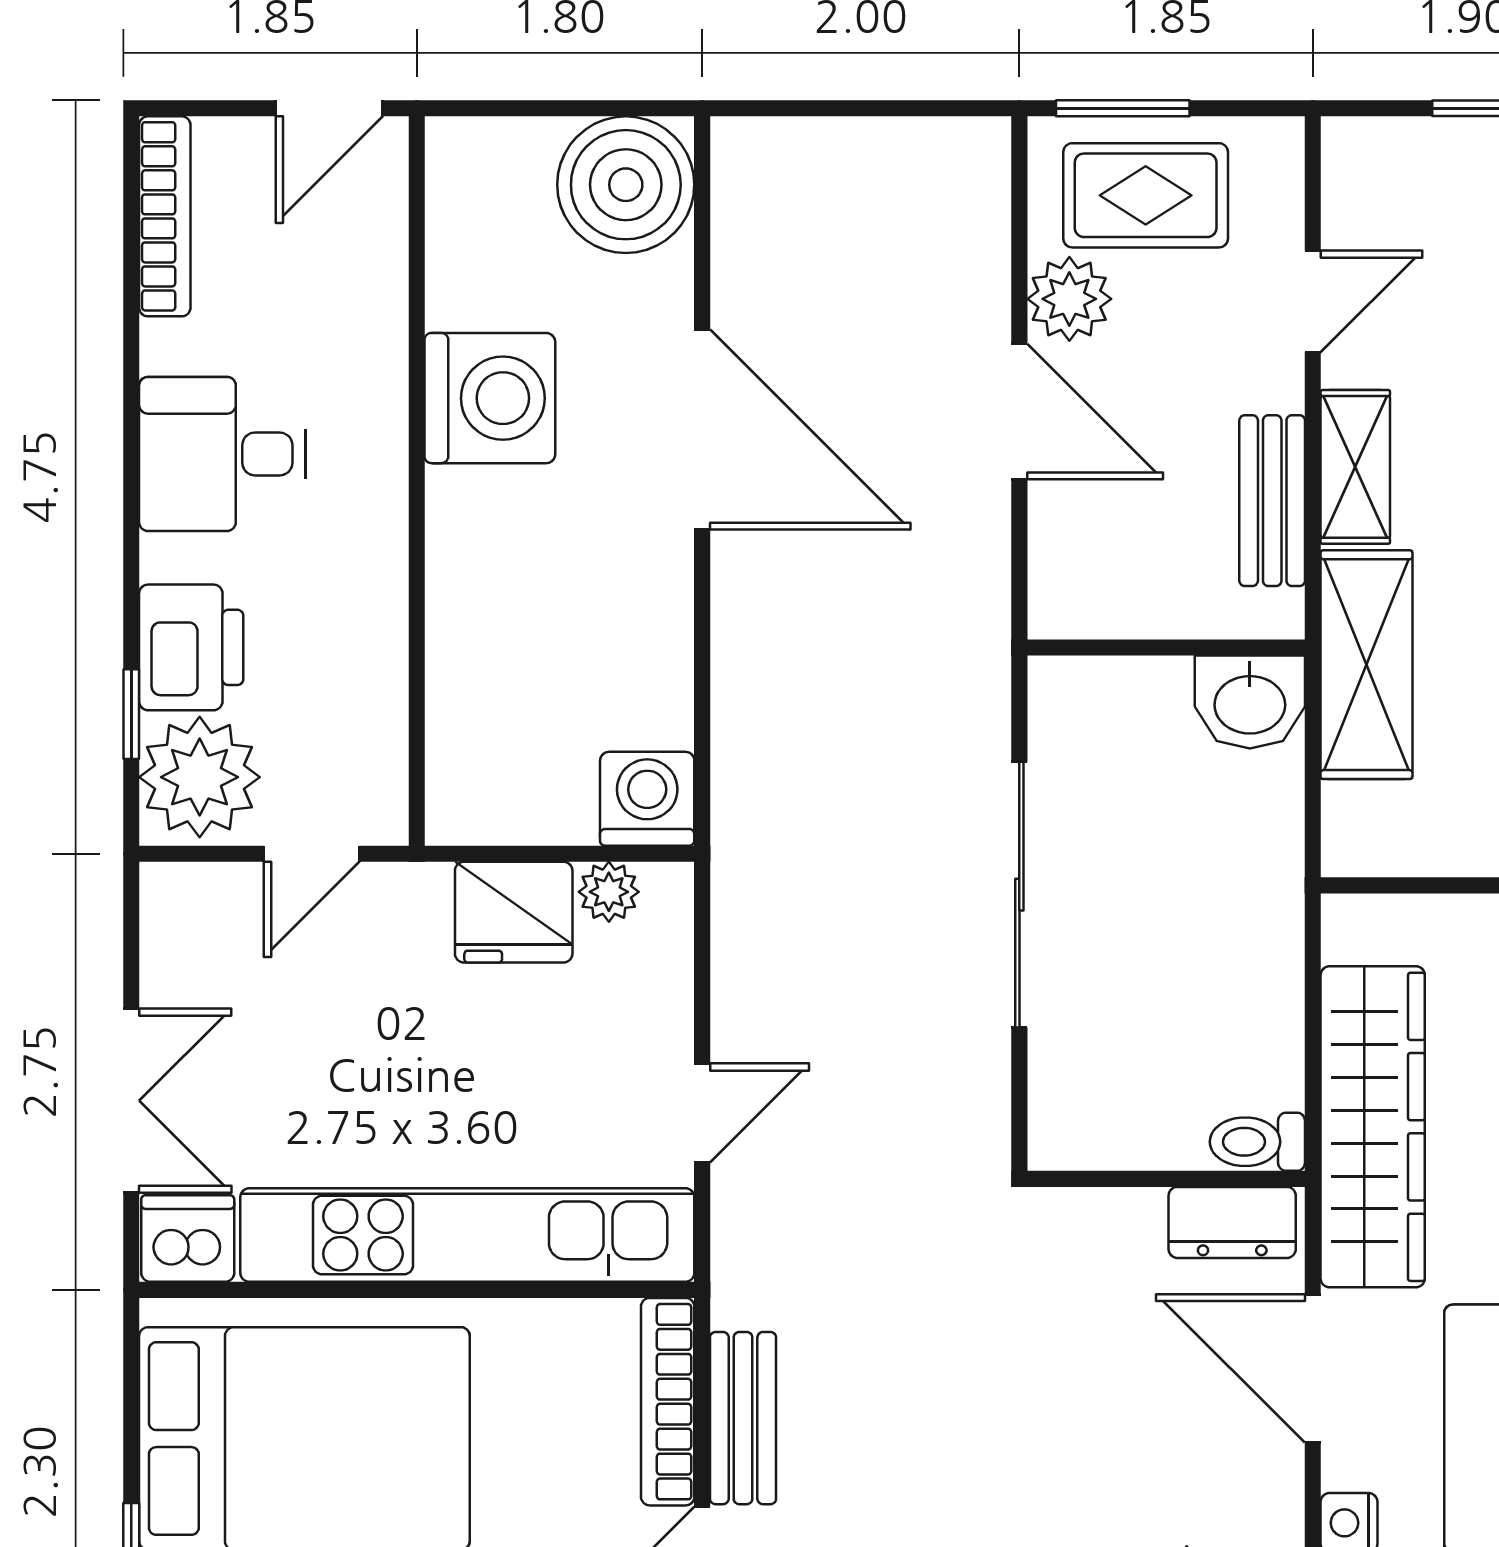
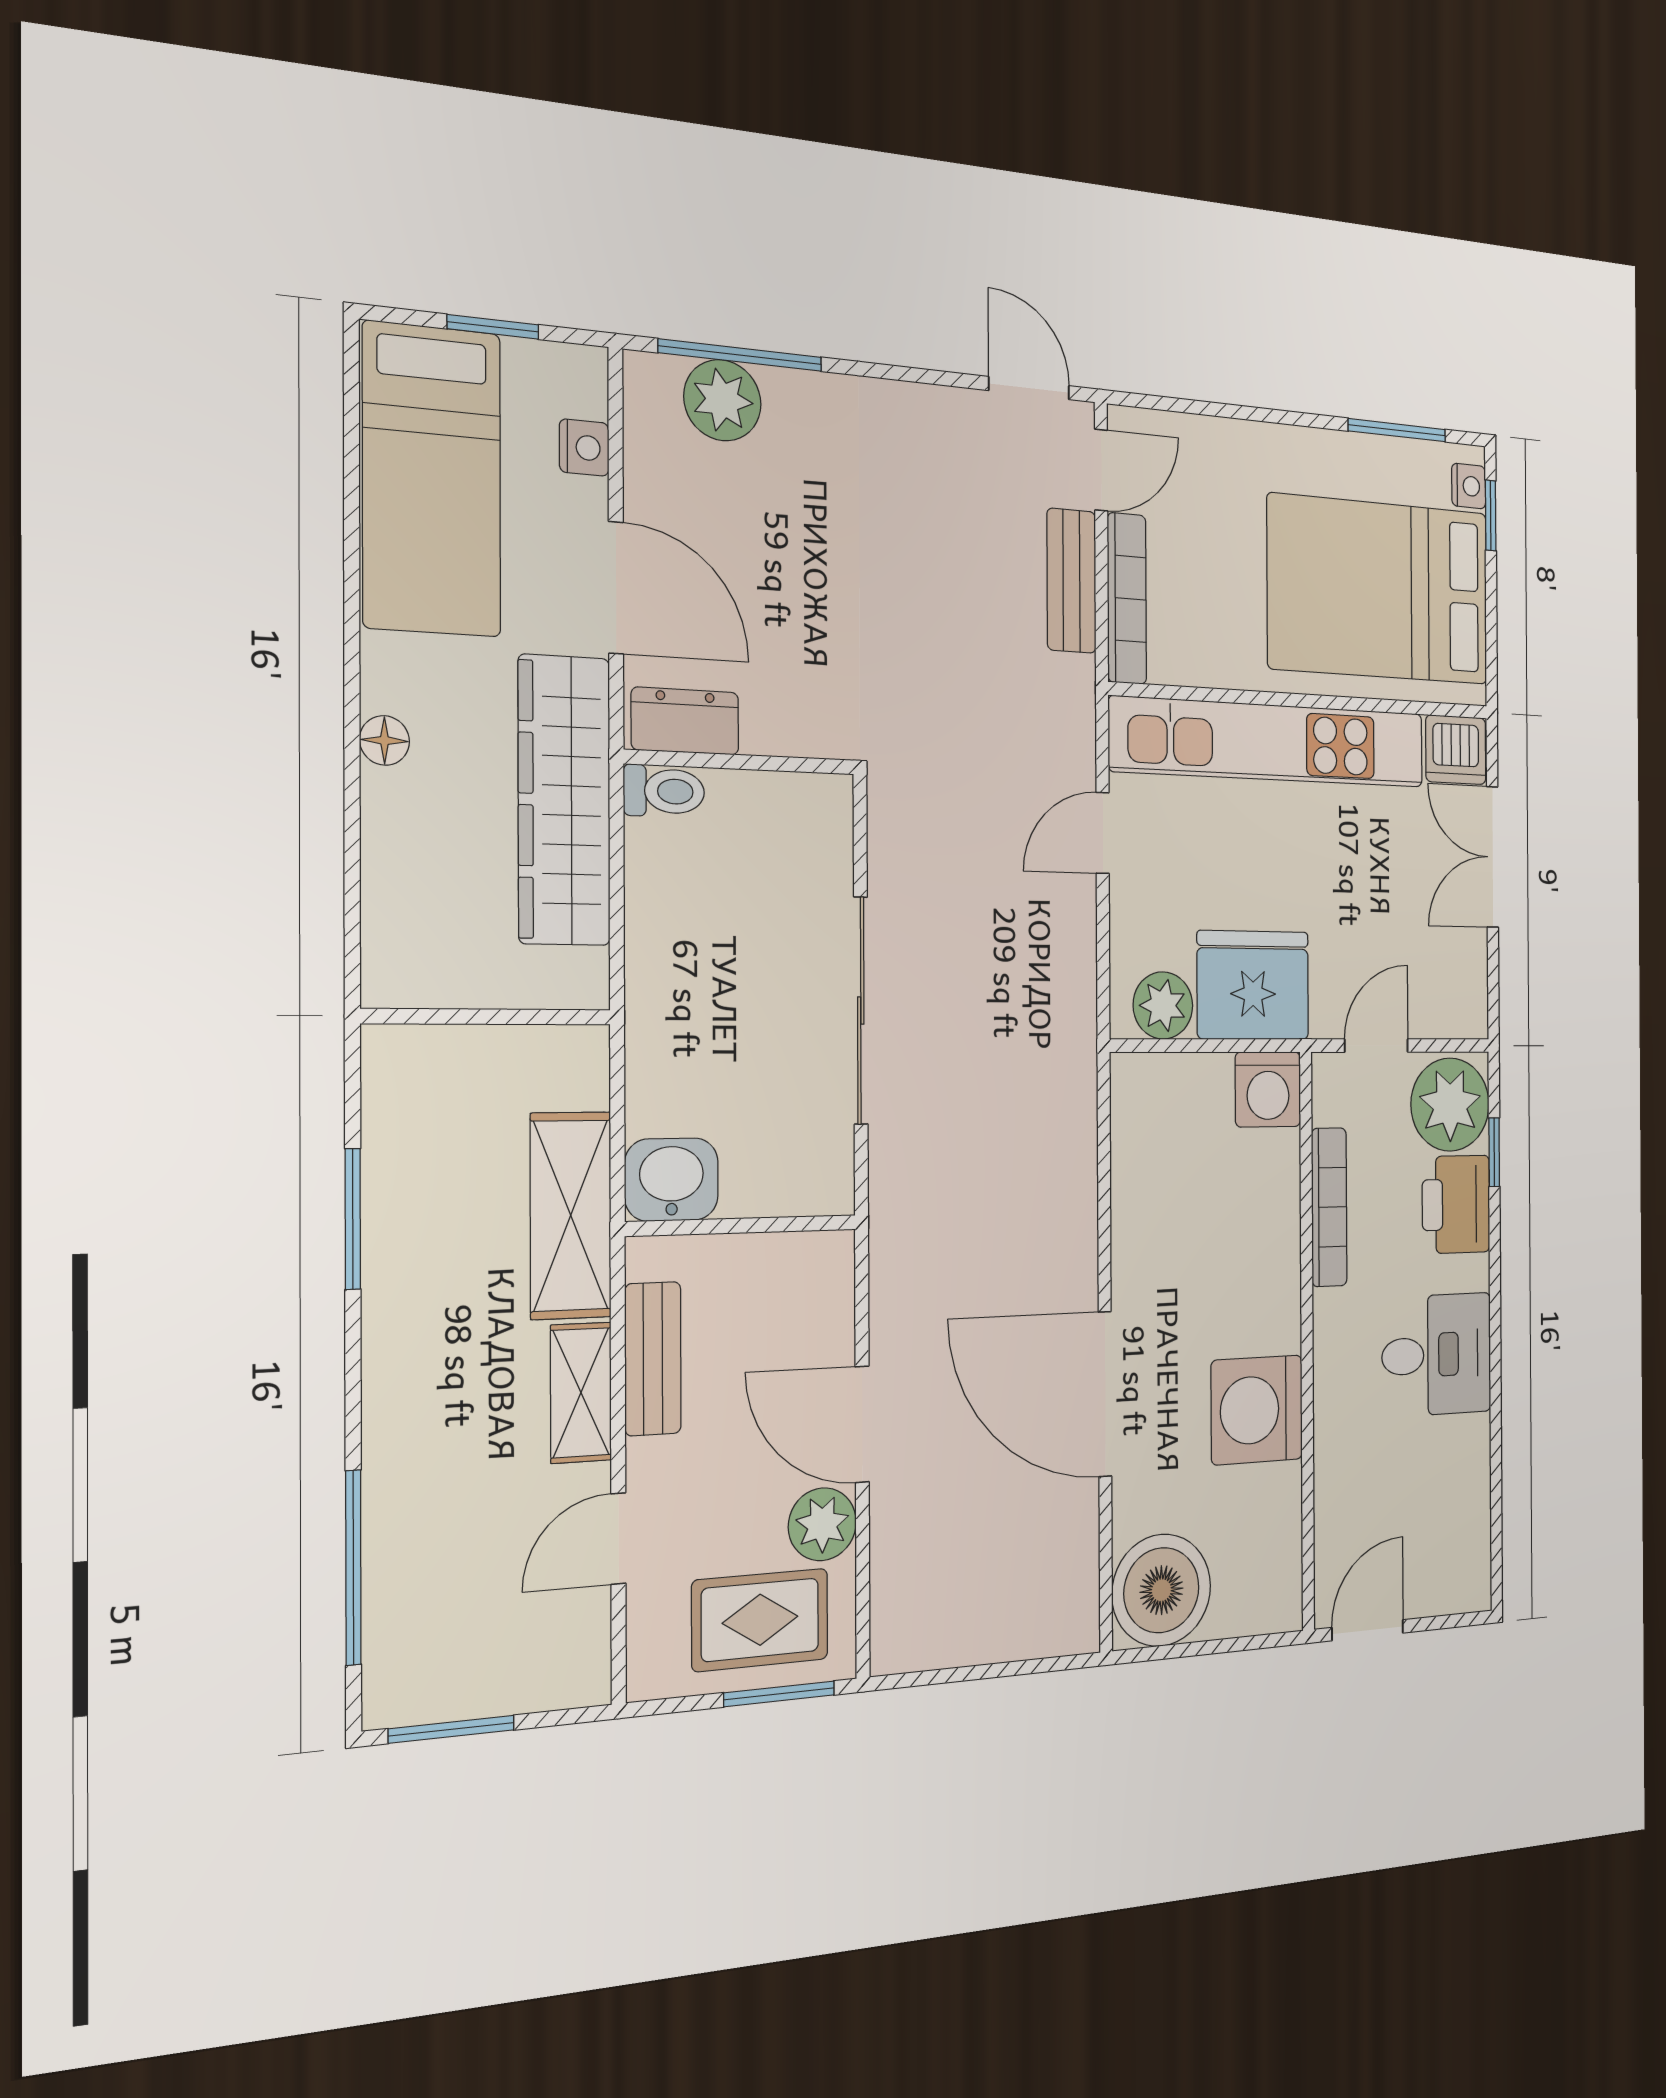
bookcase: (165, 216) -> (1329, 1207), moved, turned 180
washing machine: (647, 799) -> (1268, 1089), moved
plant: (609, 892) -> (1163, 1005), width x1.38, depth x1.38
fridge: (514, 912) -> (1253, 985), width x1.36, depth x1.34

